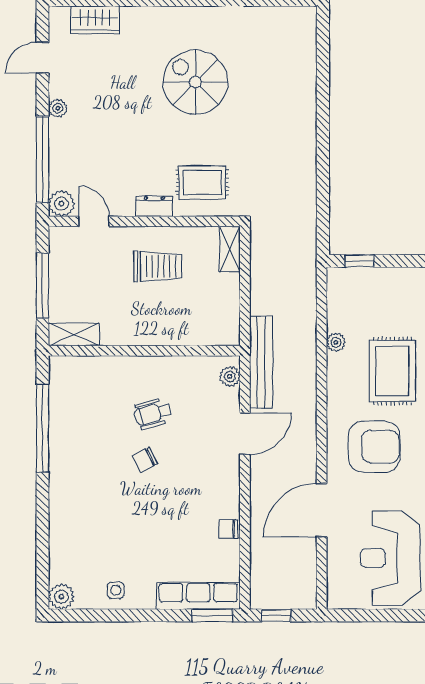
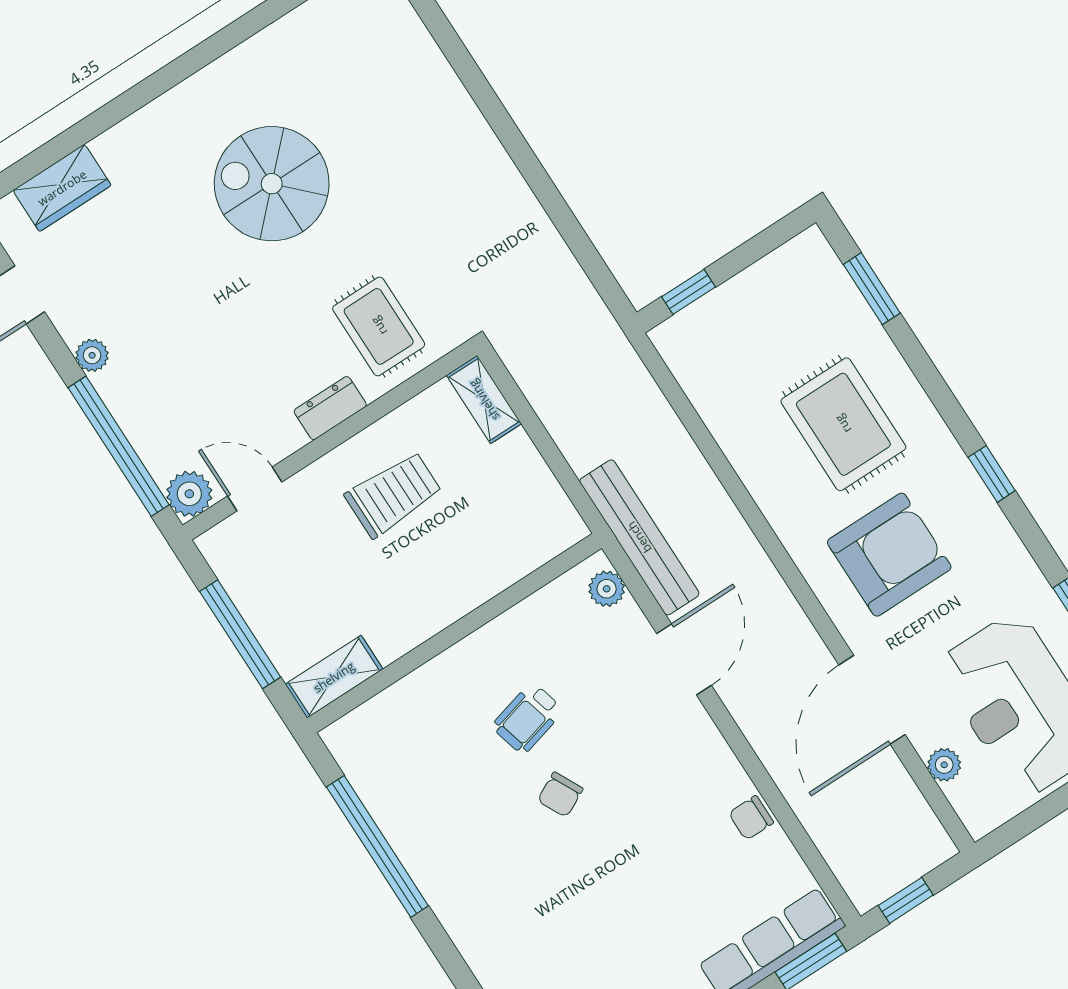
rug: (202, 182) -> (379, 326), turned 90
plant: (336, 342) -> (944, 765), moved

